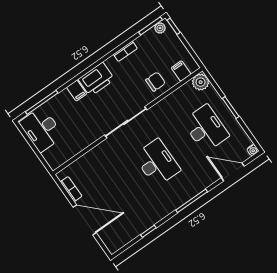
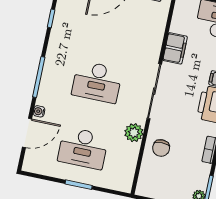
filing cabinet: (181, 71) -> (175, 48), moved, width x2.00
plant: (201, 82) -> (134, 133), moved
water cooler: (253, 150) -> (39, 111), moved

